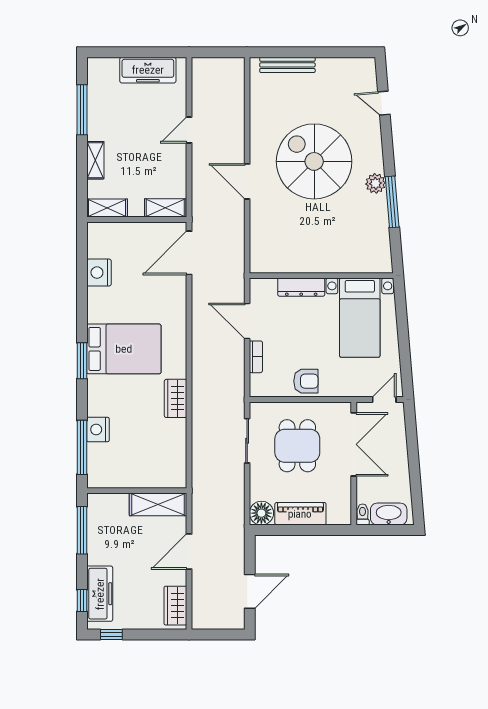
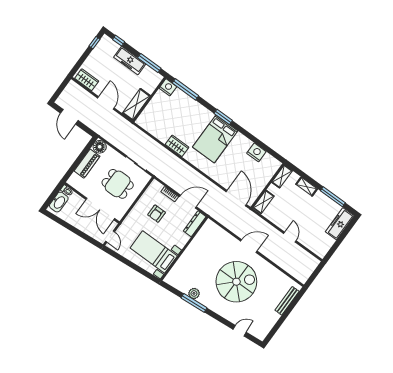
freezer: (148, 70) -> (340, 224), moved
plant: (376, 183) -> (194, 293), moved
dresser: (301, 287) -> (195, 224), moved
armchair: (306, 381) -> (156, 214), moved
nightstand: (98, 430) -> (168, 87), moved
freezer: (100, 594) -> (130, 61), moved

